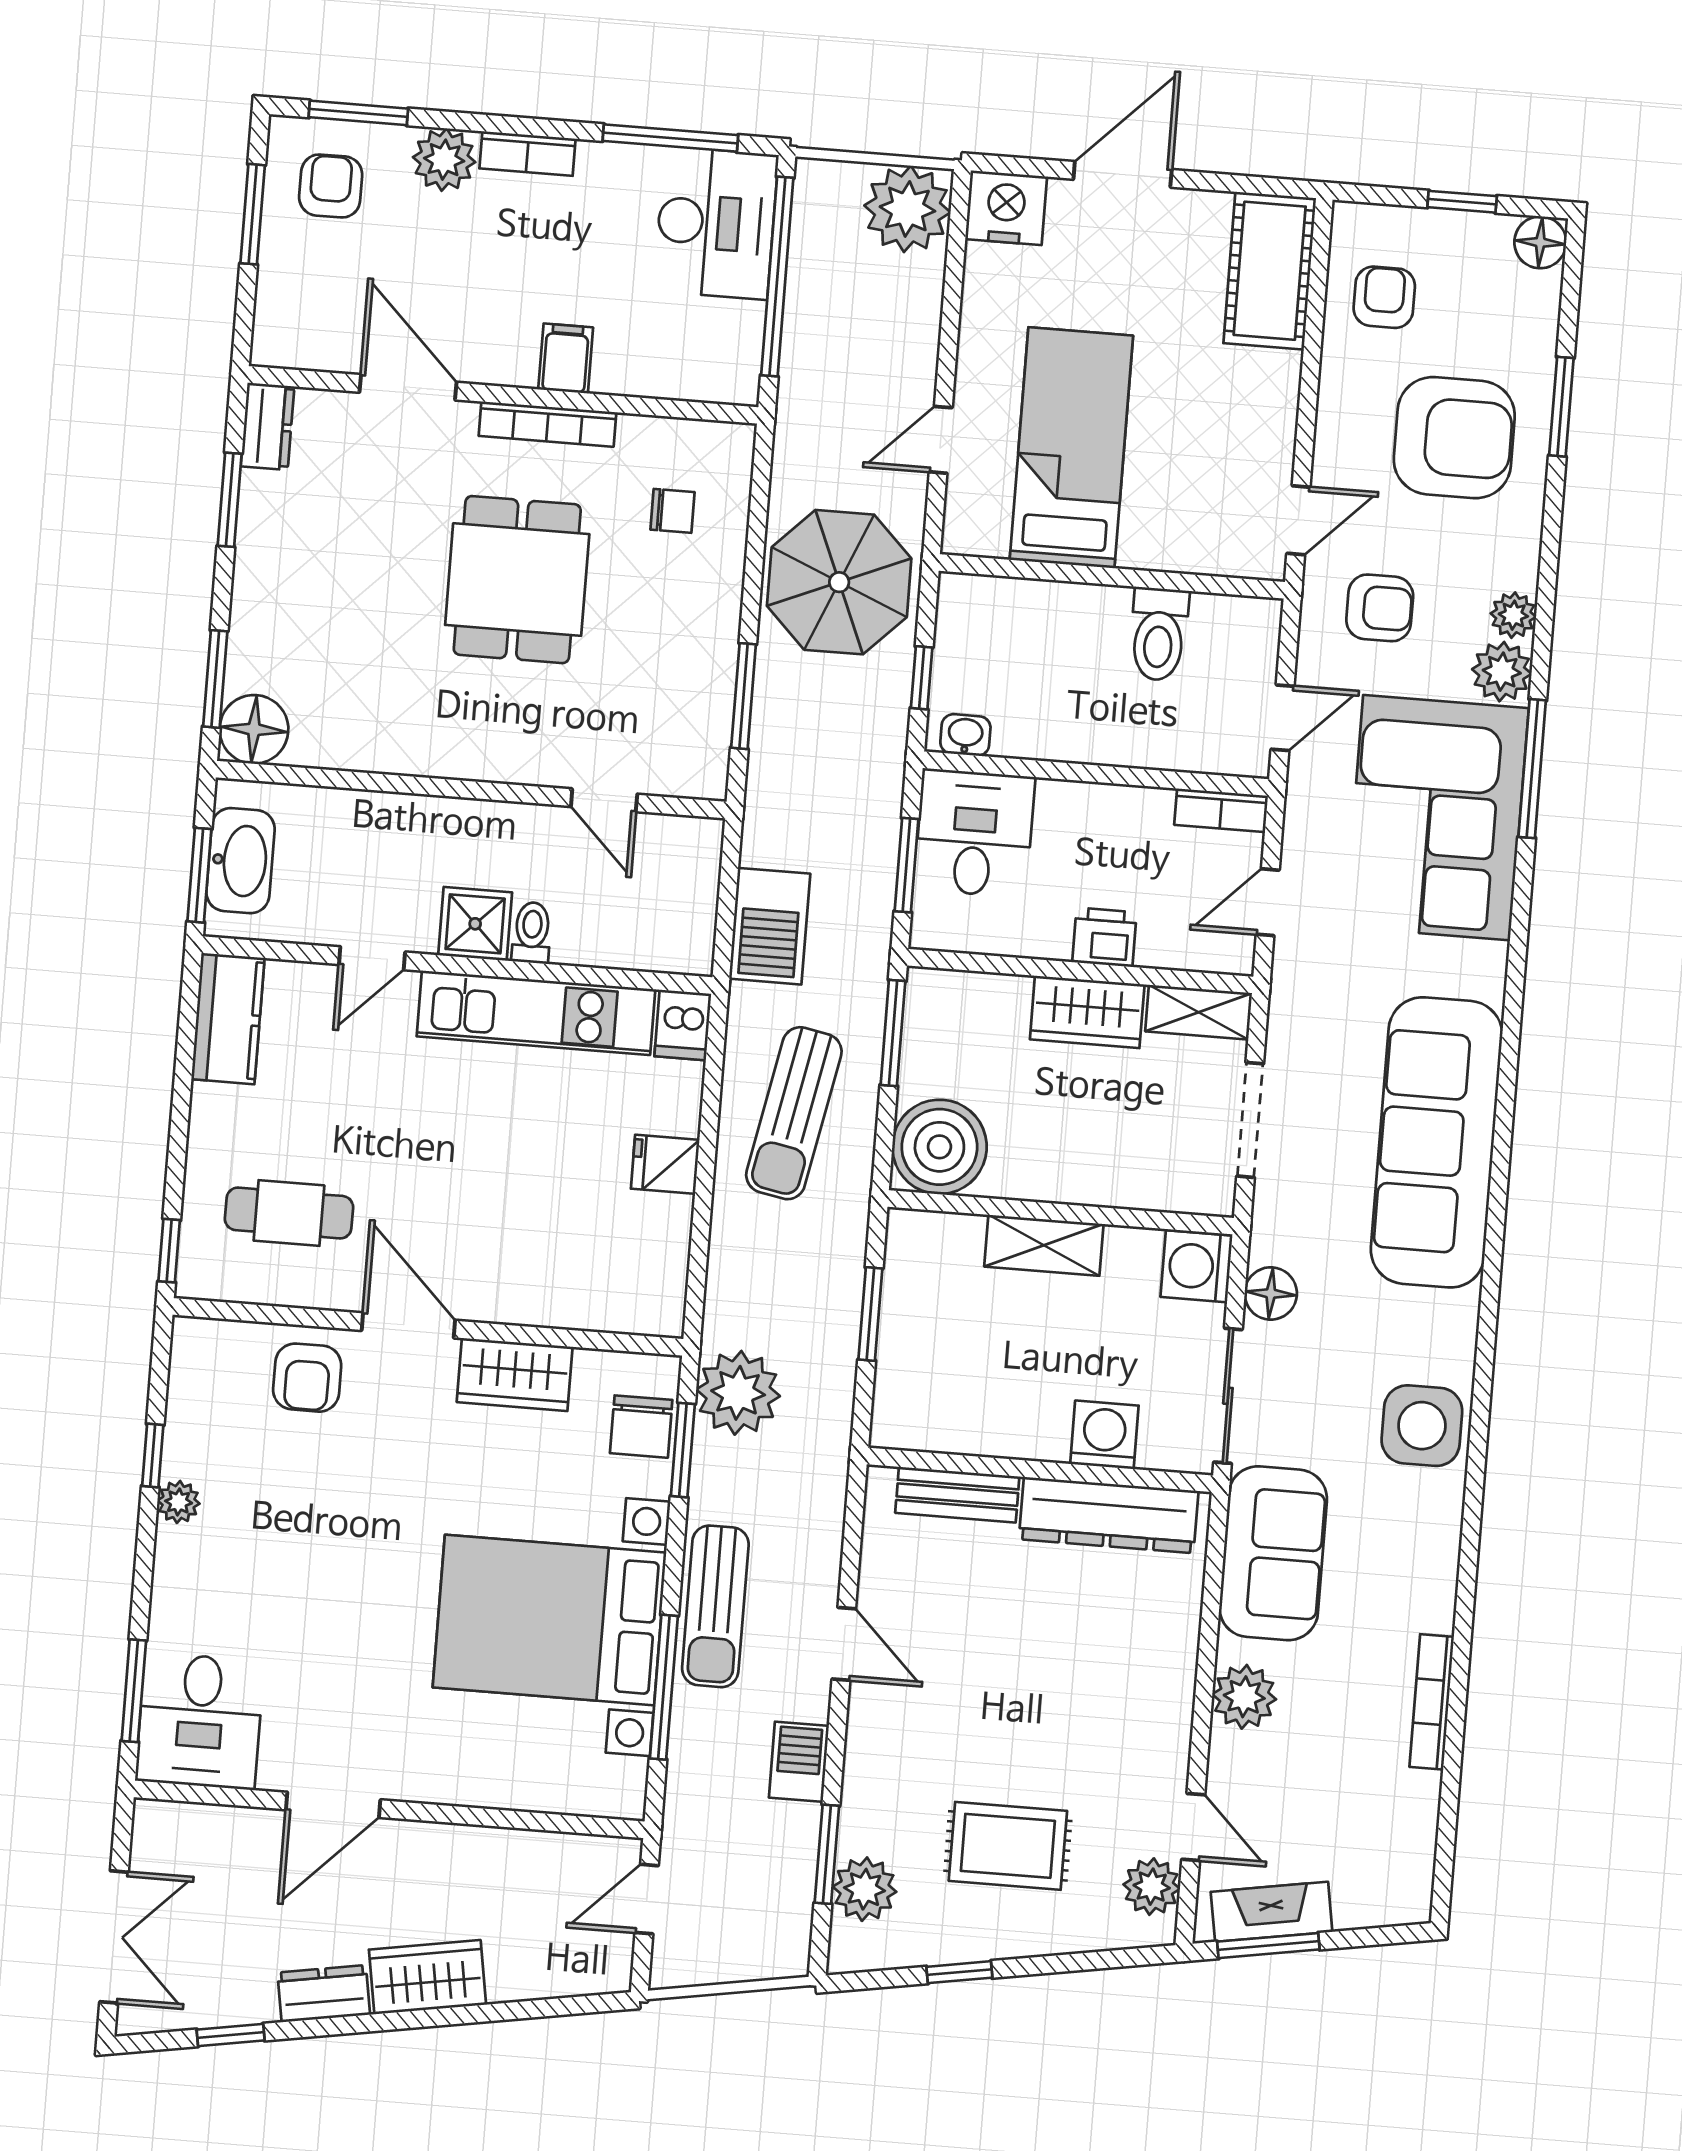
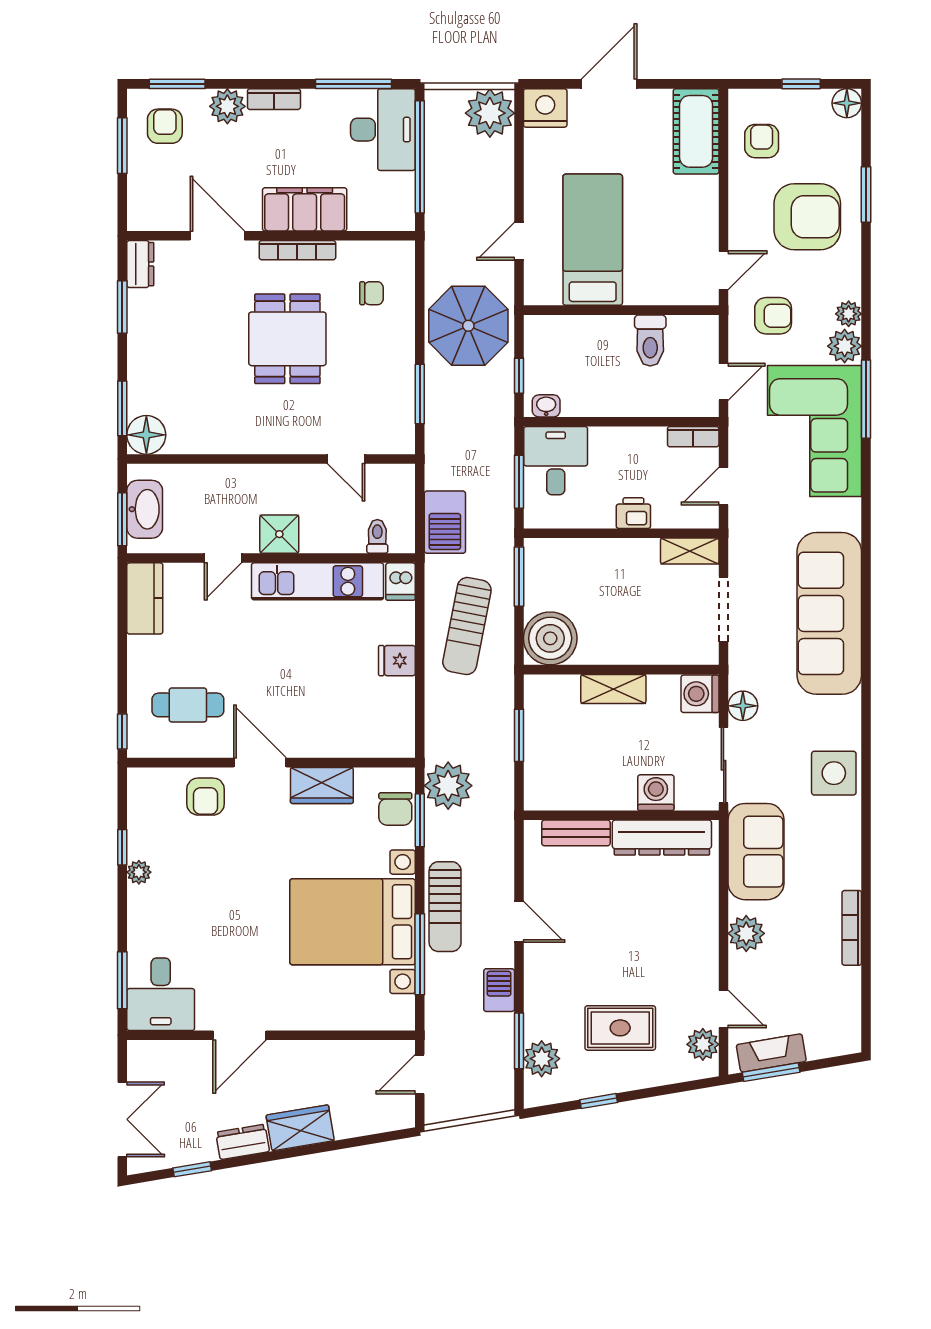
filing cabinet: (566, 358) -> (305, 209), width x3.00, depth x1.17
toilet: (532, 933) -> (377, 536), moved
wardrobe: (1087, 1012) -> (627, 556), removed

